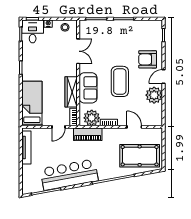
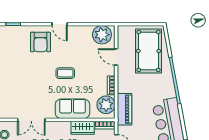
double door: (78, 51) -> (31, 120), swing flipped
coffee table: (120, 81) -> (65, 73), width x0.54, depth x0.58
wardrobe: (71, 92) -> (83, 128), width x0.67
plant: (154, 95) -> (102, 35), moved
door: (134, 127) -> (116, 57), hinge flipped

